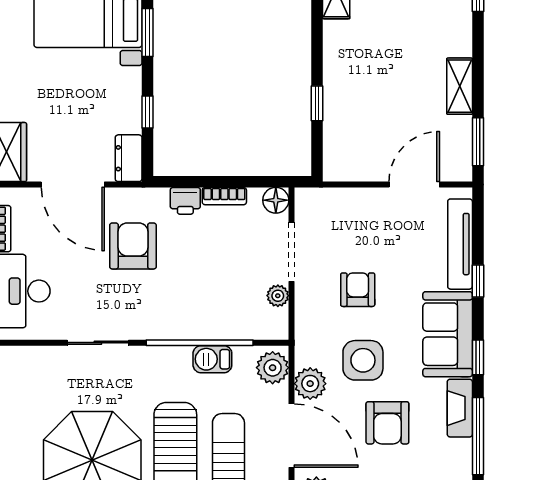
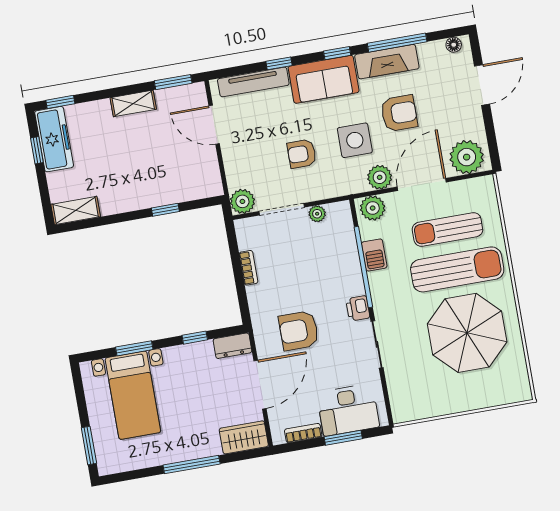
floor lamp: (276, 200) -> (245, 228), removed
printer: (185, 201) -> (358, 308), moved, turned 180
plant: (310, 203) -> (242, 201), added
fireplace: (460, 408) -> (387, 62), width x1.37, depth x1.32

